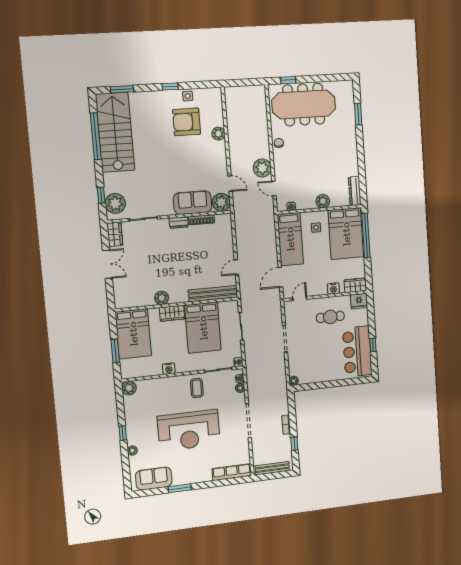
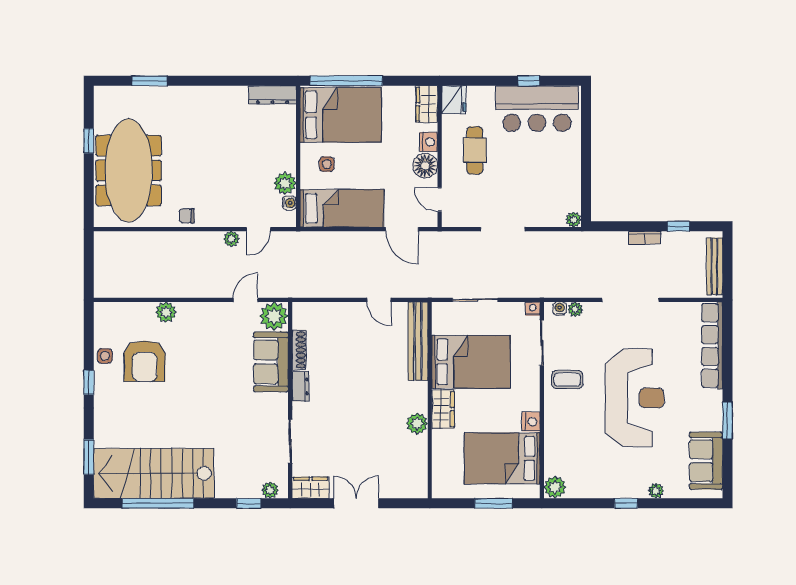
window: (288, 80) -> (89, 141), moved
plant: (262, 168) -> (231, 239), width x0.53, depth x0.53
plant: (323, 201) -> (285, 183), moved
plant: (115, 203) -> (270, 490), width x0.53, depth x0.53
floor lamp: (319, 288) -> (425, 166), added
bed: (133, 334) -> (502, 458), moved, turned 180
row of seats: (232, 472) -> (712, 346), width x1.36

